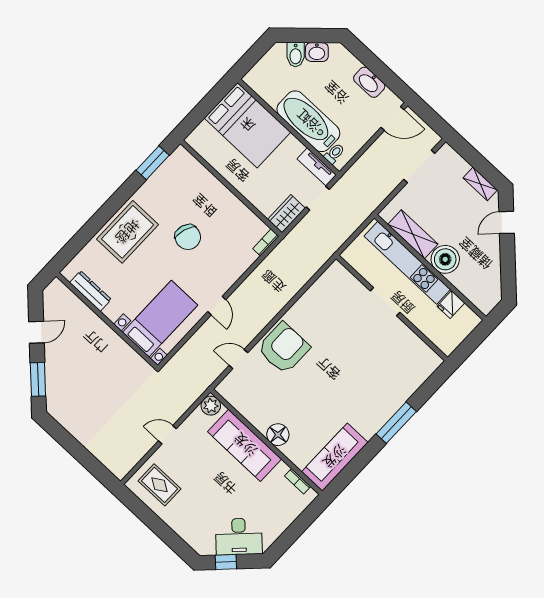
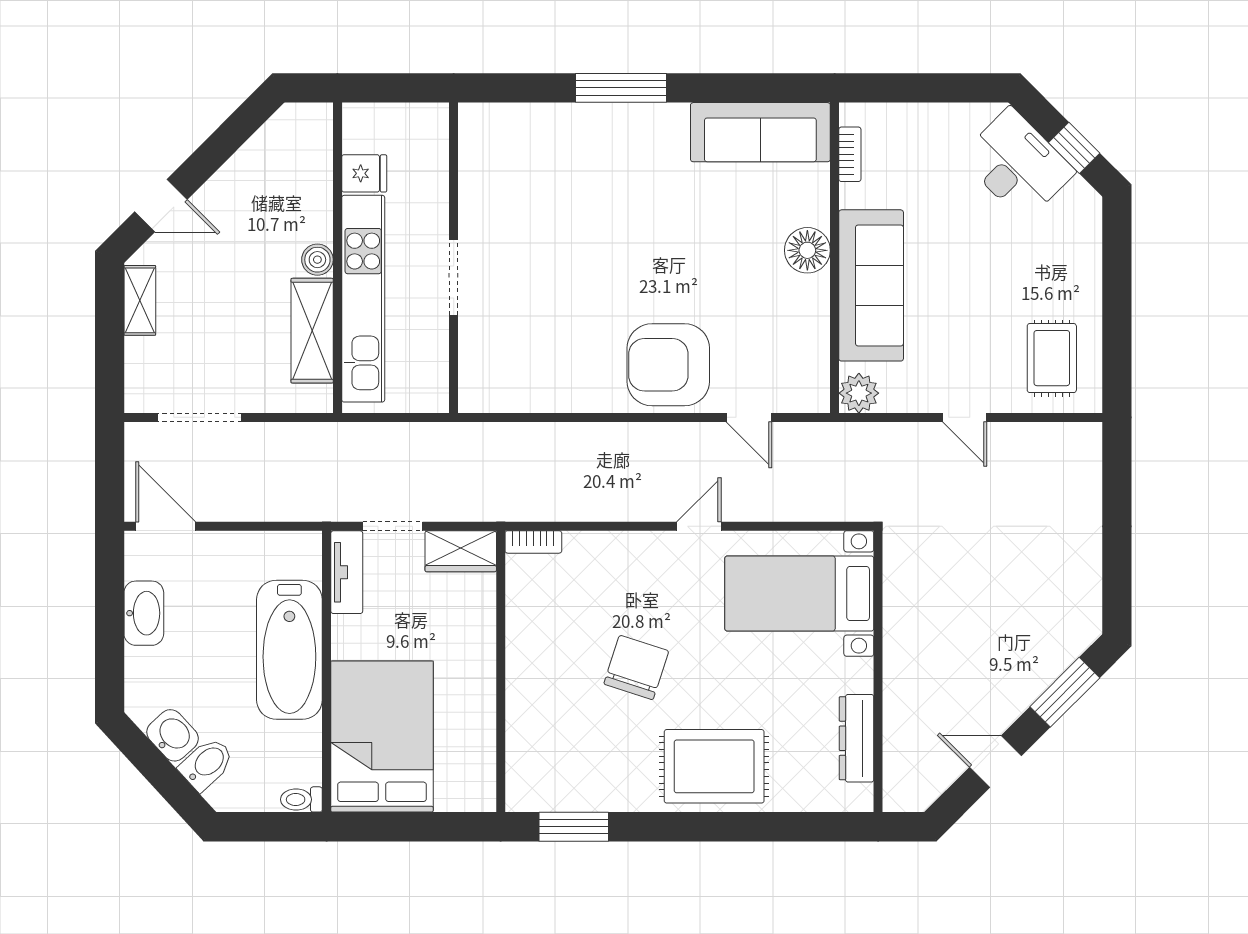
toilet: (334, 154) -> (301, 799), moved
boiler: (445, 259) -> (317, 260), width x0.54, depth x0.54

